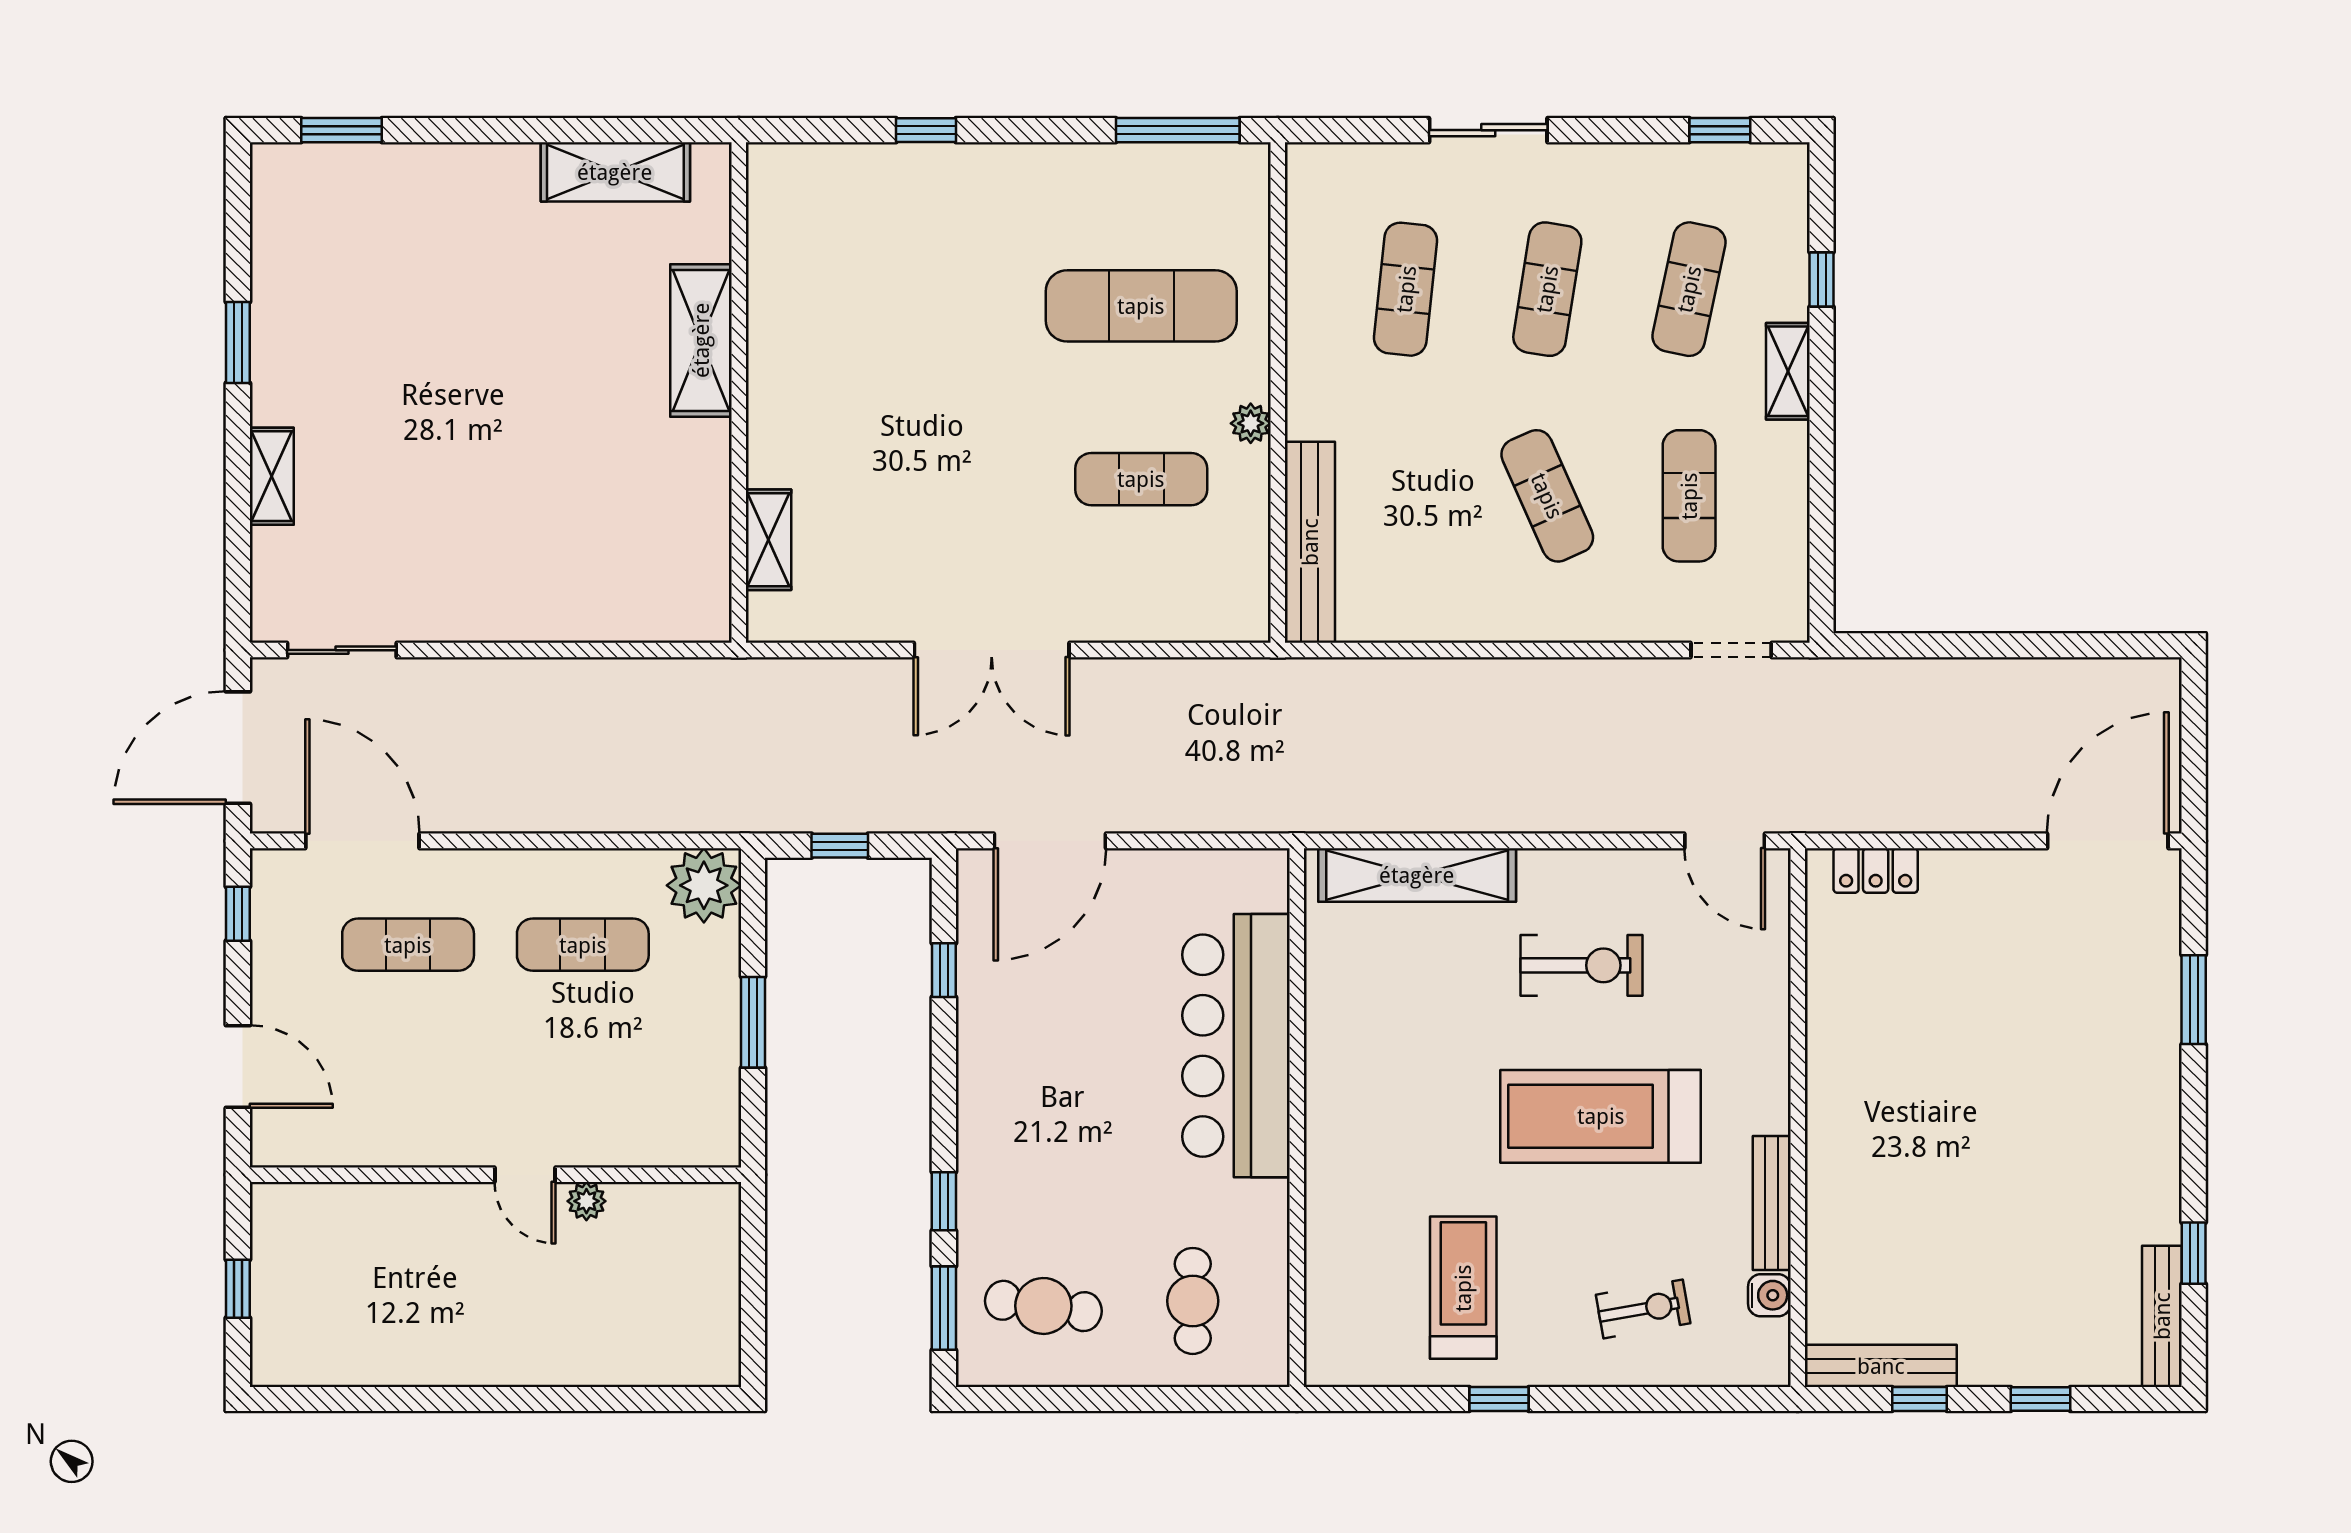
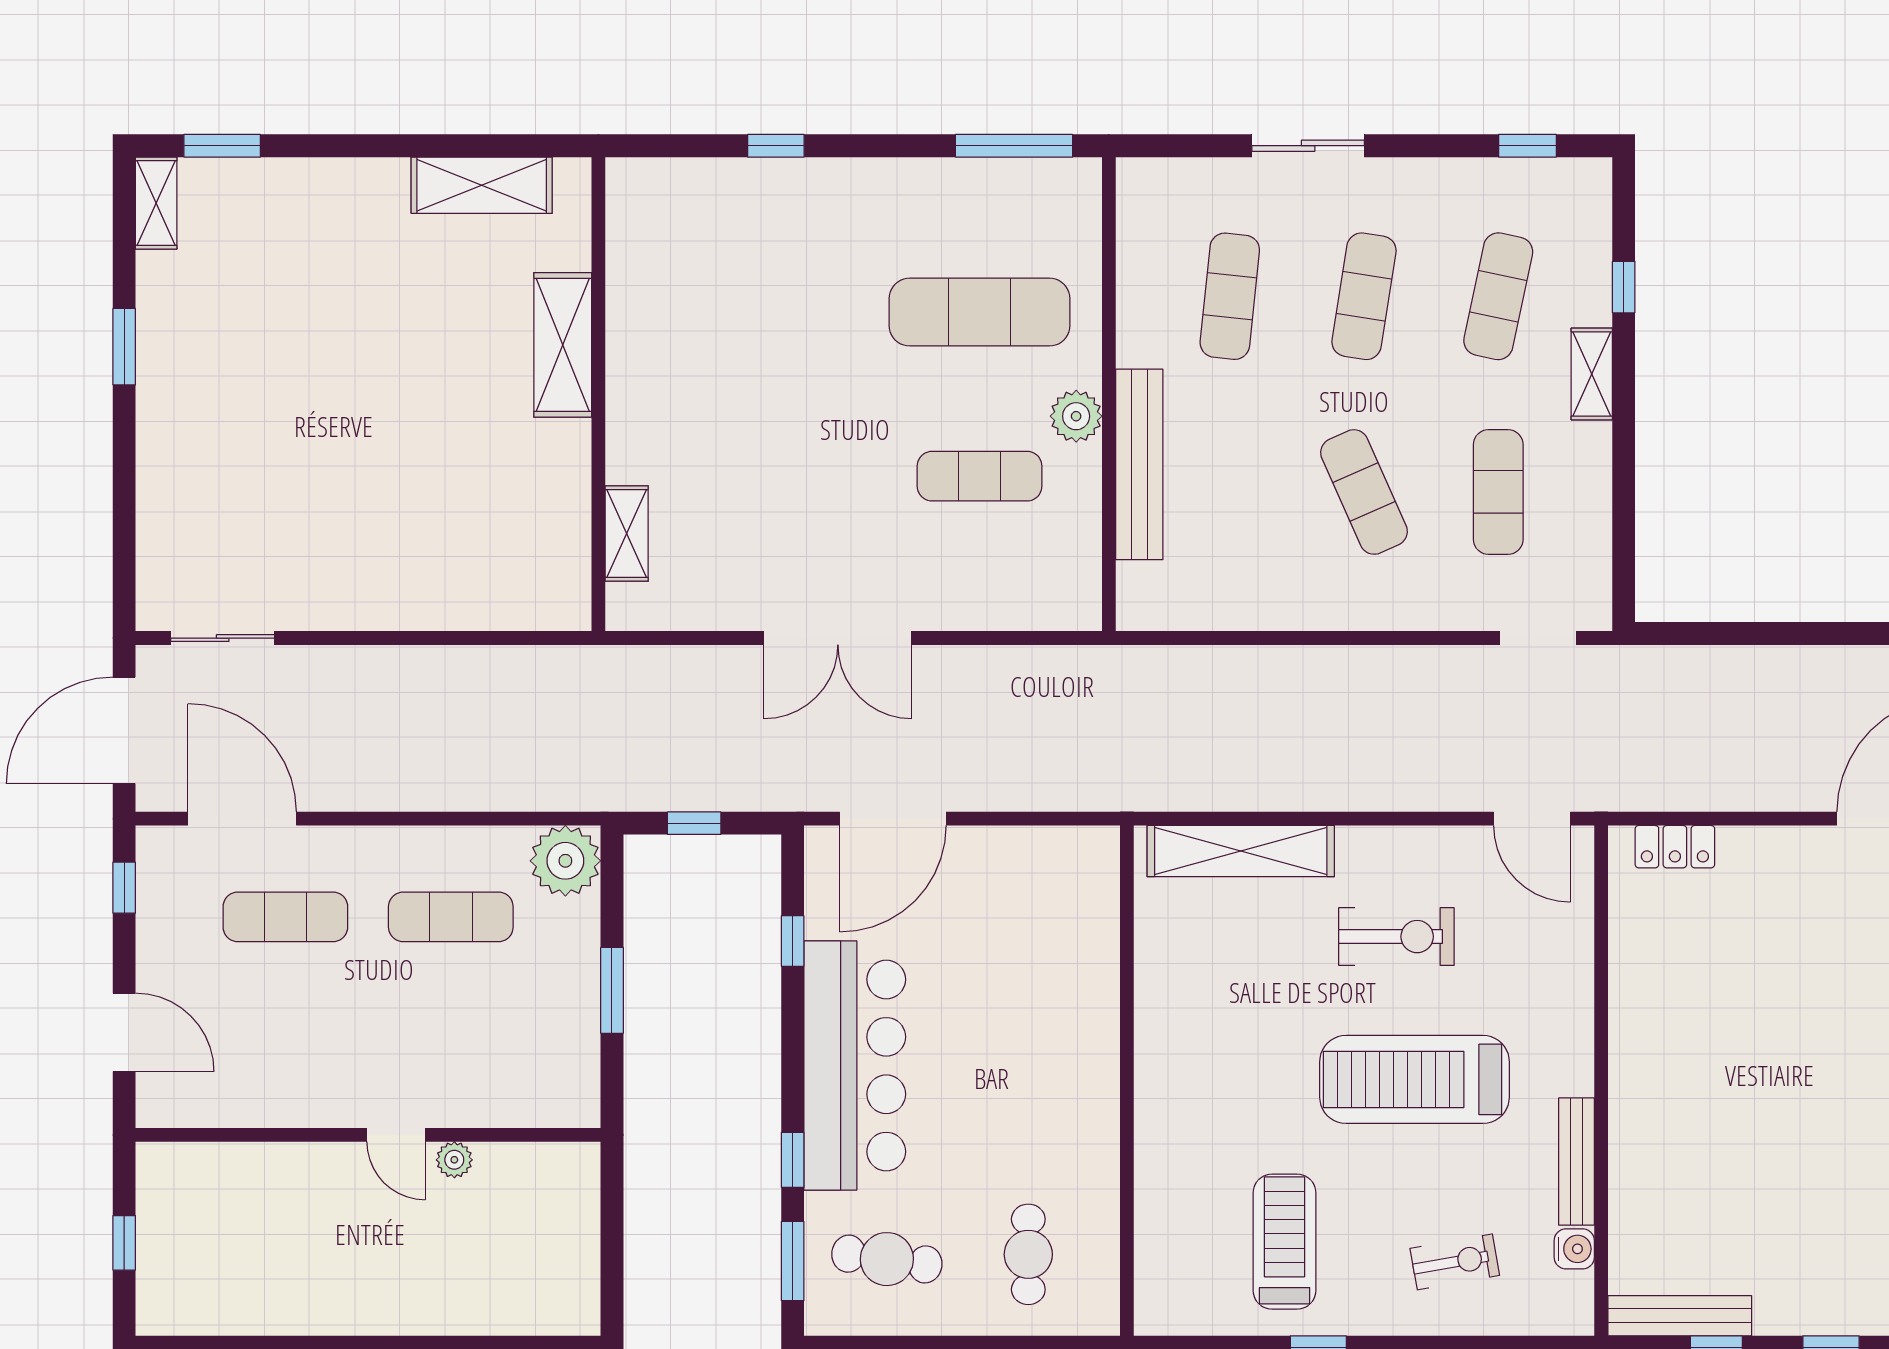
plant: (1251, 423) -> (1076, 416), width x1.38, depth x1.38
shelving: (272, 476) -> (156, 203), moved
bench: (1310, 542) -> (1139, 464), moved
bar counter: (1236, 1046) -> (855, 1066), moved, turned 180

